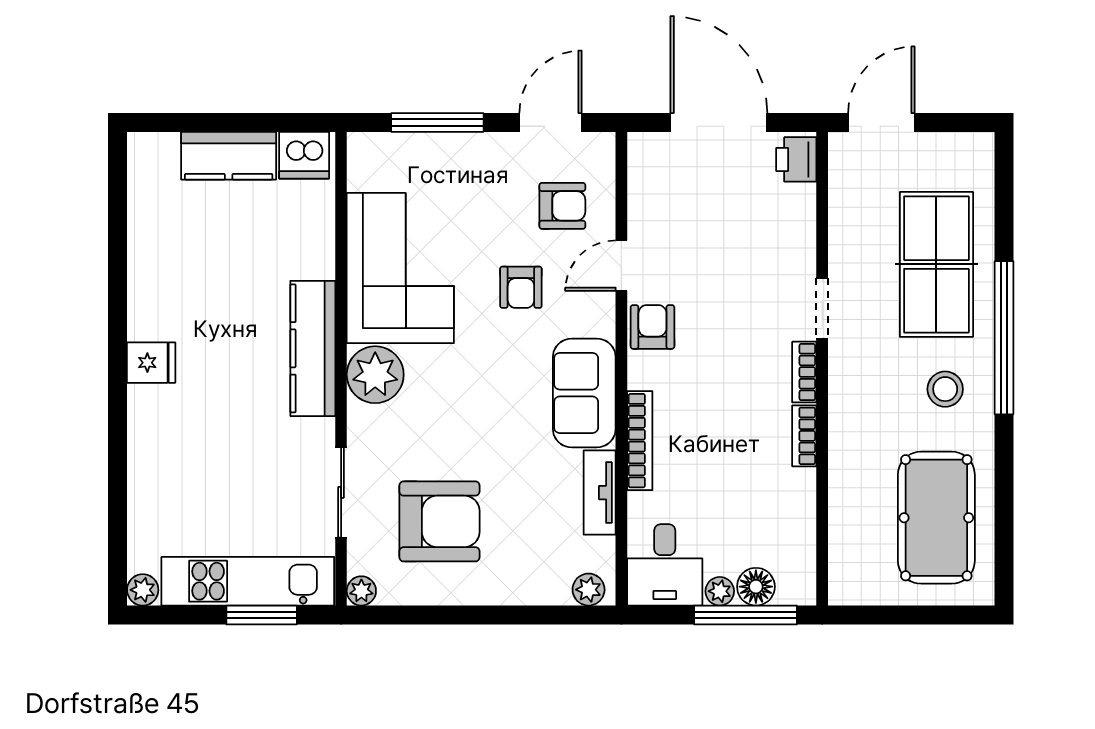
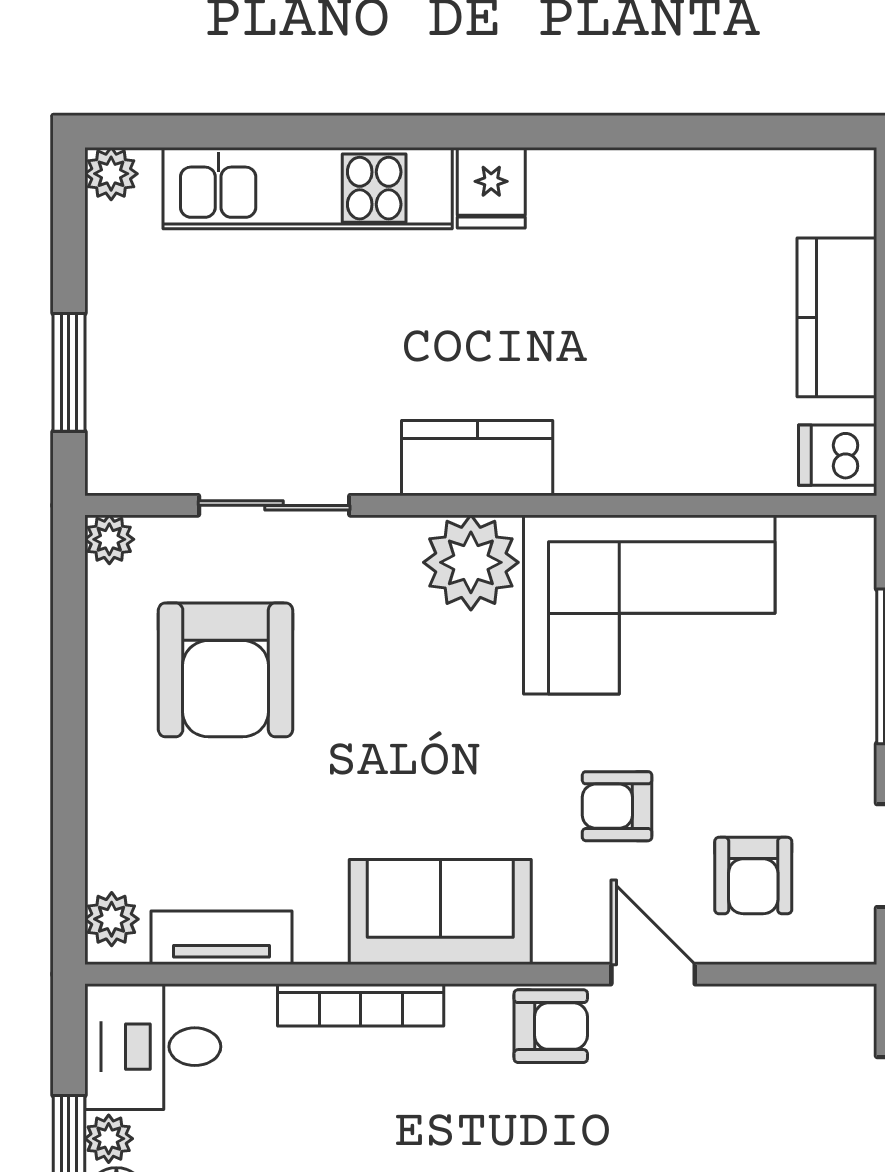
dishwasher: (304, 155) -> (838, 455), width x0.73
kitchen counter: (313, 348) -> (477, 458), width x0.67
tv unit: (600, 493) -> (222, 938), moved
kitchen unit: (248, 581) -> (308, 188), moved, turned 90

